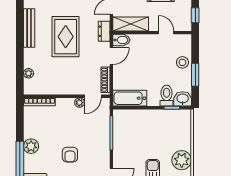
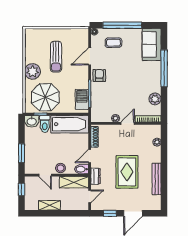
stool: (182, 62) -> (61, 168), moved
window: (195, 75) -> (22, 153), moved
door: (93, 96) -> (128, 123), moved
bathtub: (130, 98) -> (70, 124), width x1.36, depth x1.36
barbecue: (121, 126) -> (82, 99), added
parasol: (166, 128) -> (45, 97), added
plant: (31, 146) -> (155, 99), moved
armchair: (70, 155) -> (99, 76), moved

